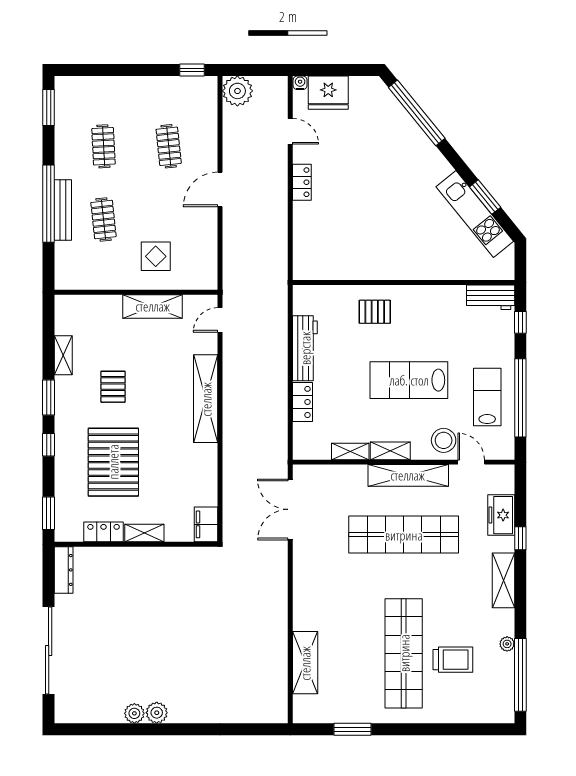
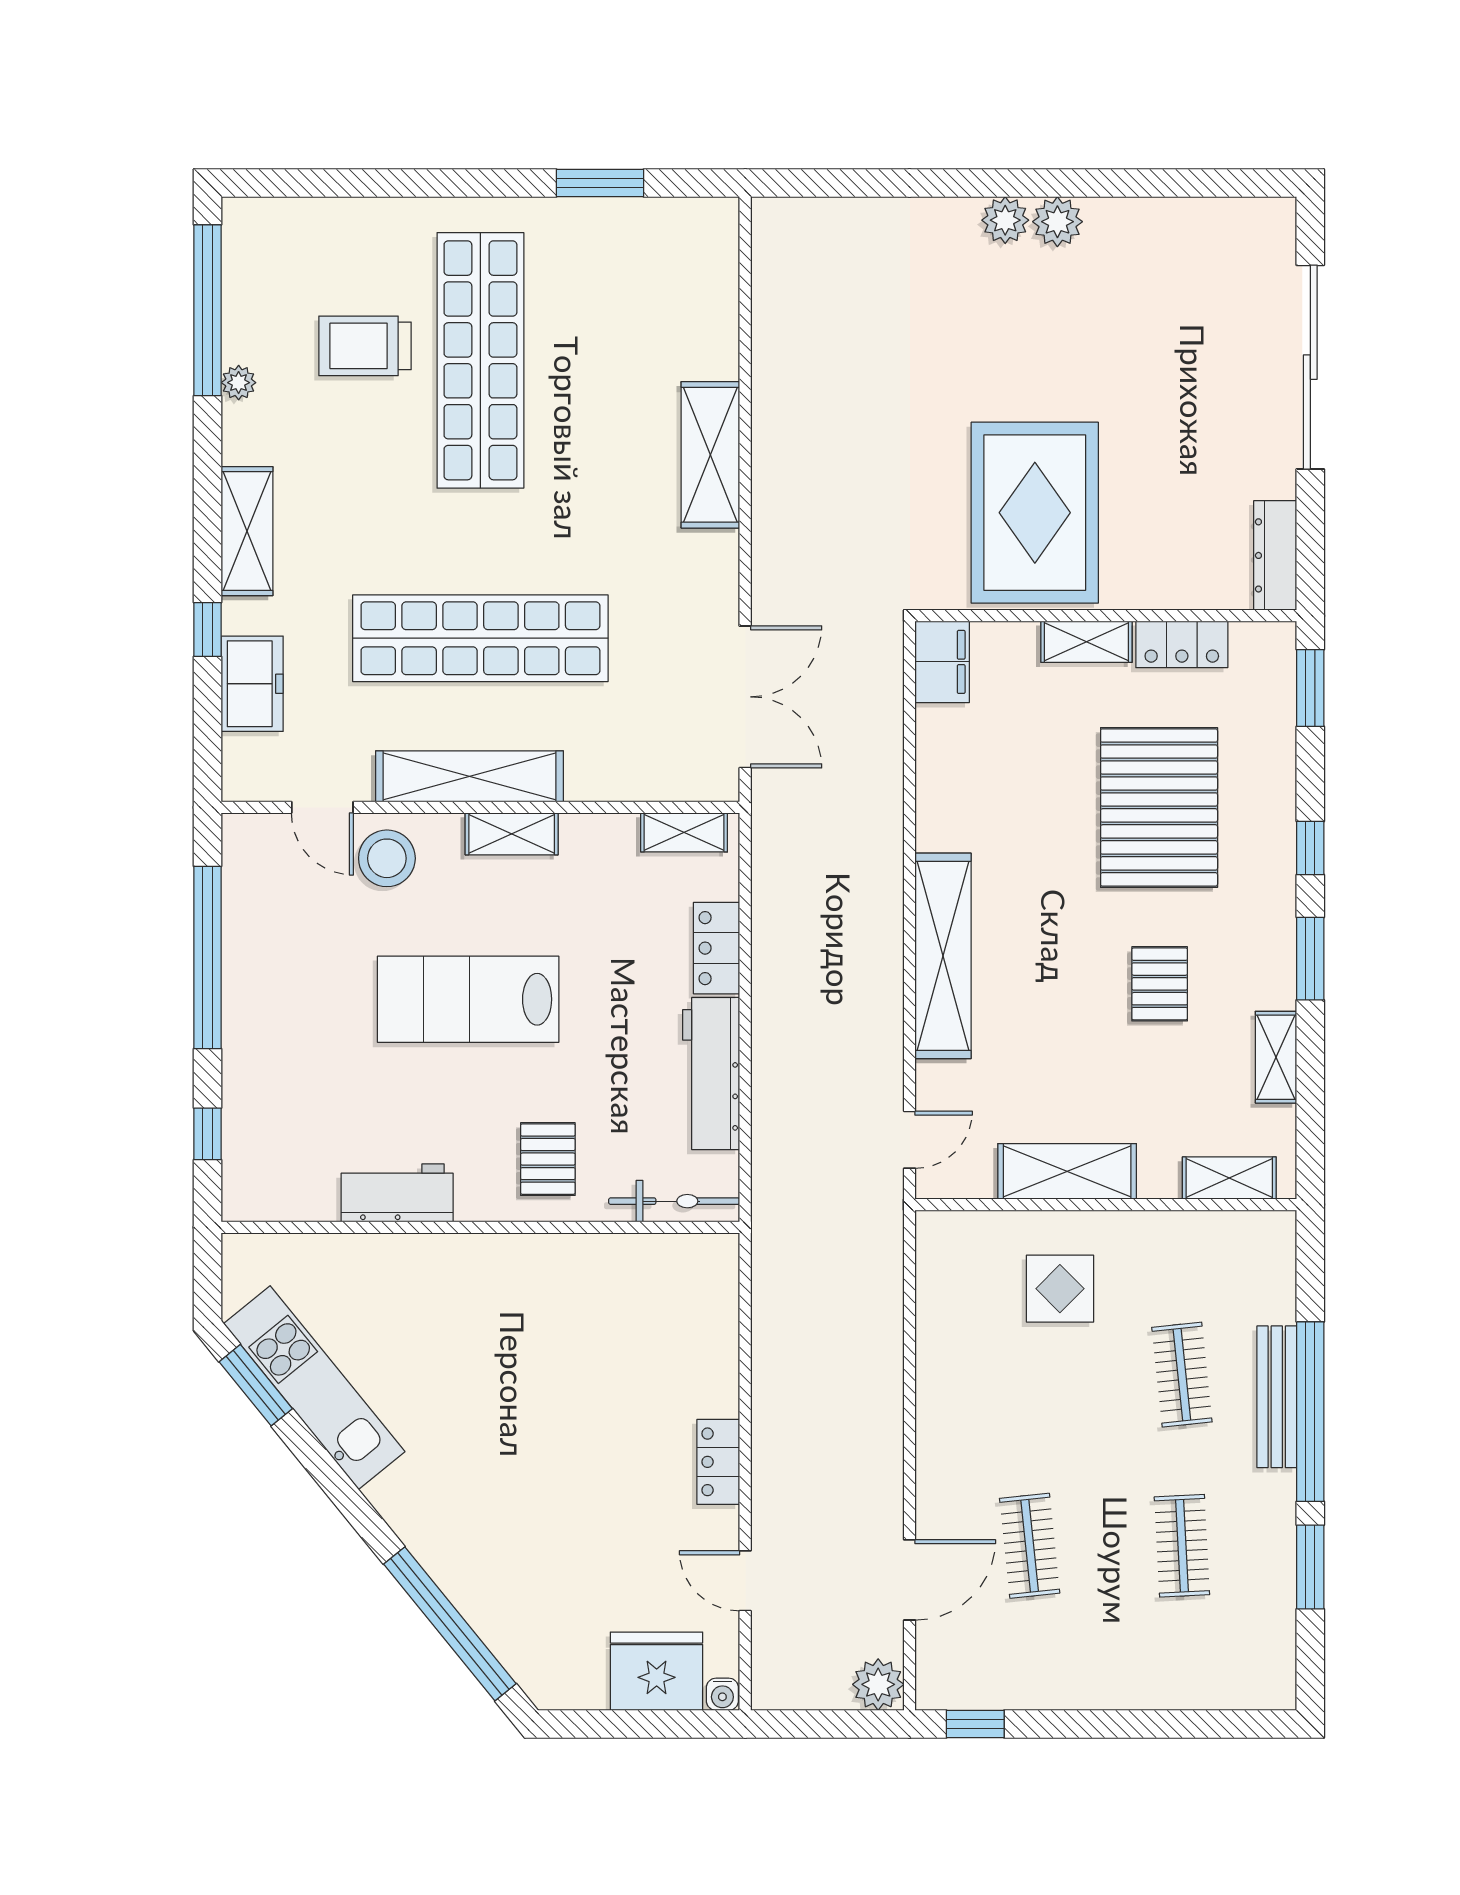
plant: (237, 91) -> (878, 1684), width x0.73, depth x0.73
window: (49, 108) -> (1310, 1567), moved
door: (220, 189) -> (910, 1580), moved
window: (485, 197) -> (256, 1385), moved
bicycle: (321, 294) -> (674, 1201), added
workbench: (491, 297) -> (397, 1193), moved
shelving: (83, 304) -> (1229, 1178), added
pallet: (375, 312) -> (548, 1159), turned 90
lab bench: (409, 380) -> (468, 999), turned 180
lab bench: (487, 397) -> (285, 960), removed
shelving: (350, 451) -> (684, 832), moved
rug: (166, 588) -> (1035, 513), added
shelving: (305, 663) -> (710, 455), moved
plant: (134, 713) -> (1005, 220), moved

